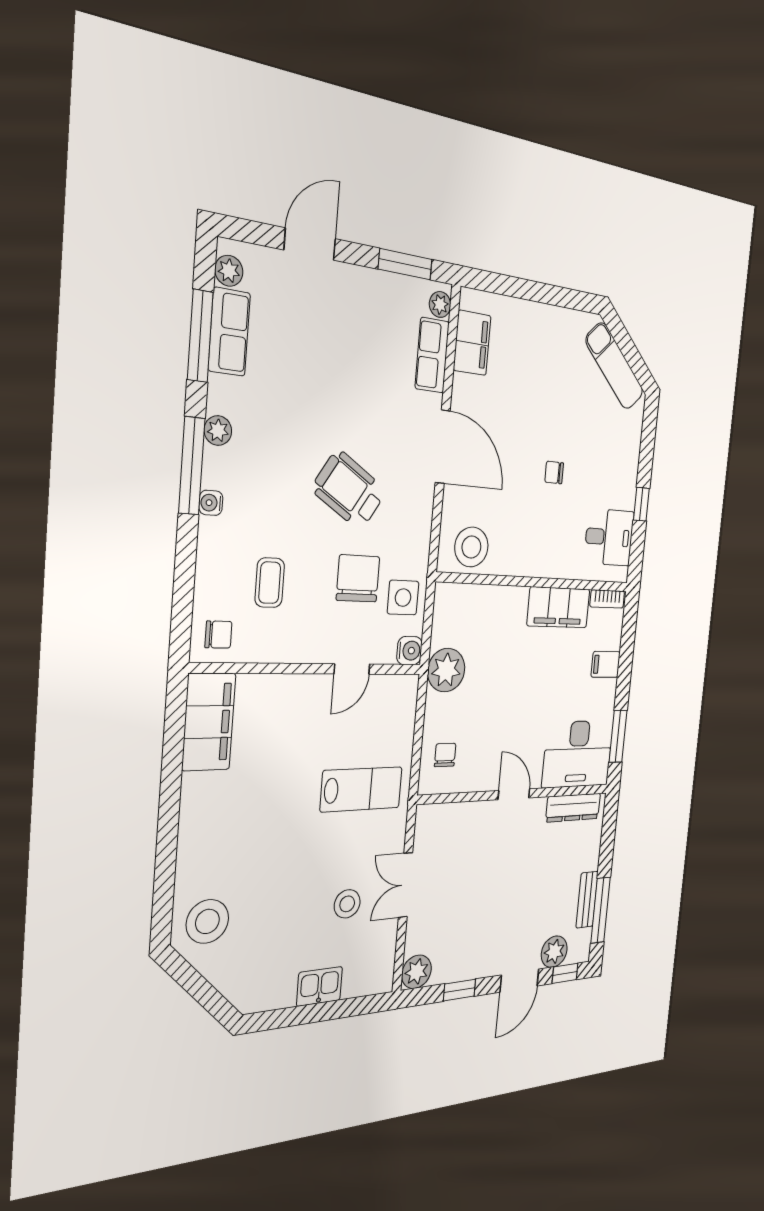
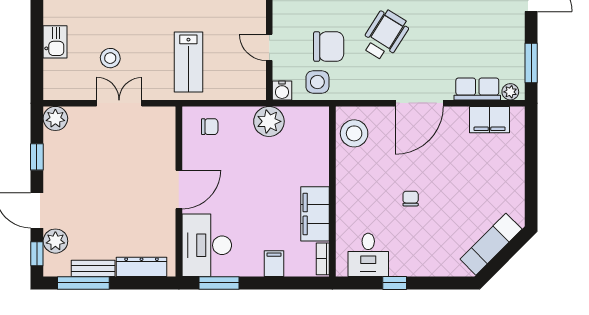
door: (514, 794) -> (179, 189), width x1.38
dresser: (573, 808) -> (142, 267), moved, turned 90

